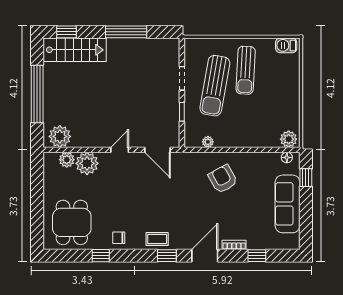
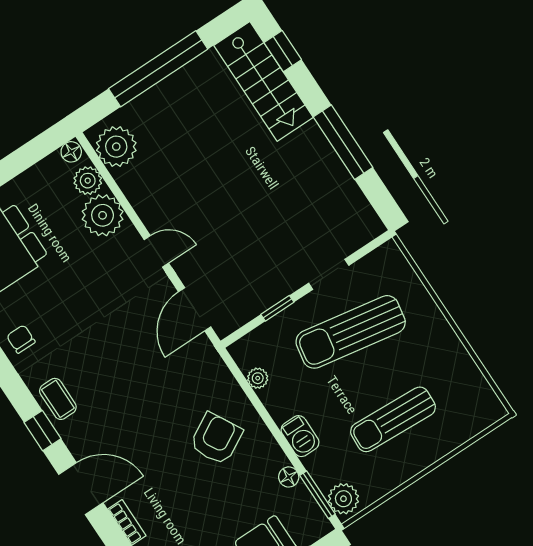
barbecue: (286, 45) -> (300, 436), moved, turned 180
sun lounger: (246, 70) -> (393, 419), moved
window: (279, 150) -> (317, 495), added
floor lamp: (287, 157) -> (289, 477), moved
floor lamp: (49, 159) -> (71, 152), added

